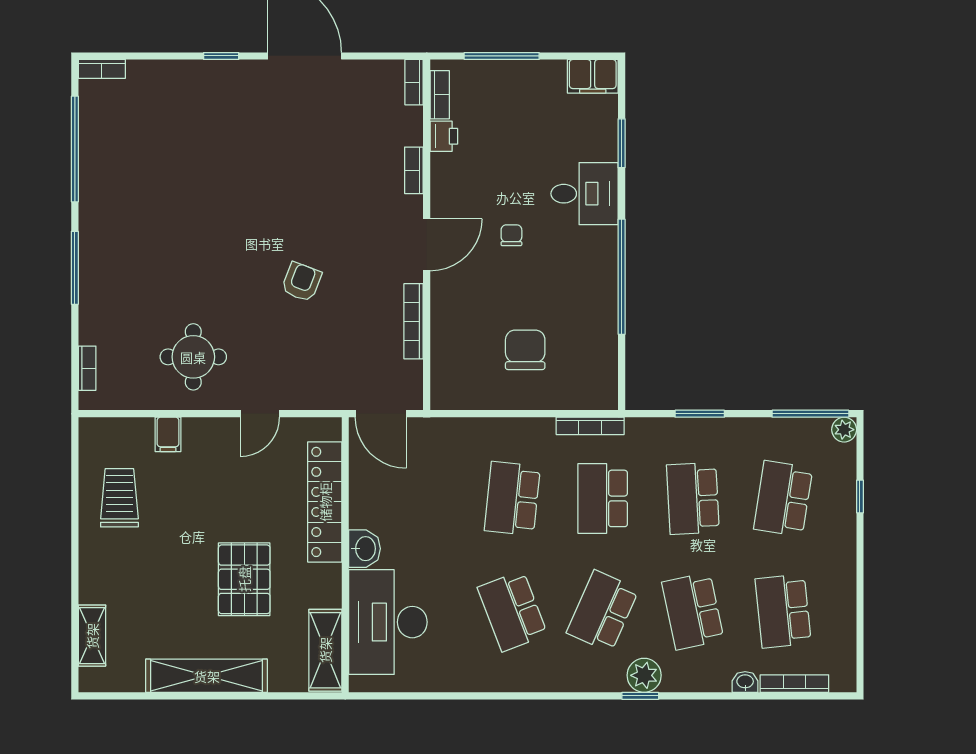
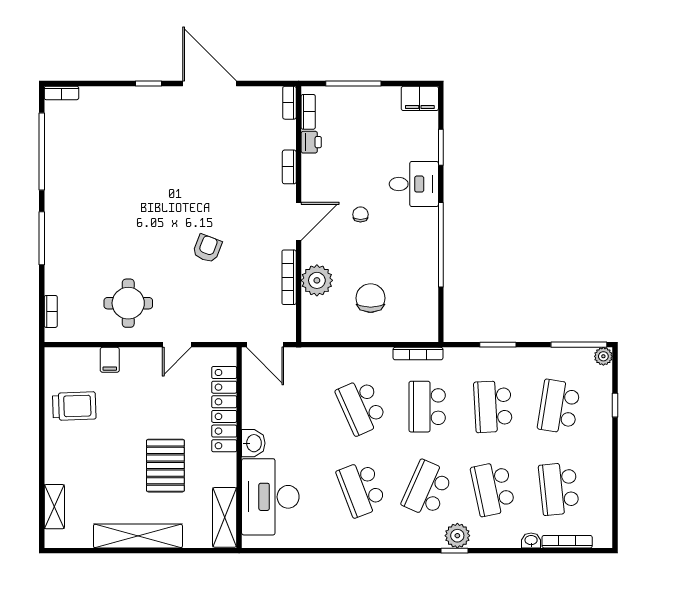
plant: (452, 326) -> (317, 280), added
trolley: (119, 498) -> (74, 406), turned 88
school desk: (512, 498) -> (361, 407), turned -30

